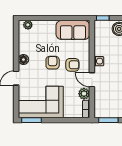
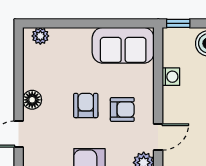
washing machine: (99, 61) -> (171, 77), moved
door: (92, 80) -> (158, 137), swing flipped

